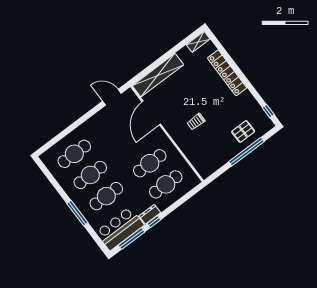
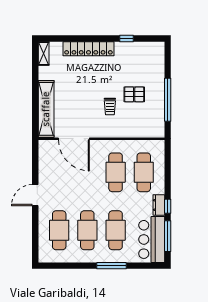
door: (112, 97) -> (35, 195), moved
window: (268, 111) -> (127, 39), moved
pallet: (243, 131) -> (134, 94), moved, turned 90
window: (246, 152) -> (168, 100), moved

